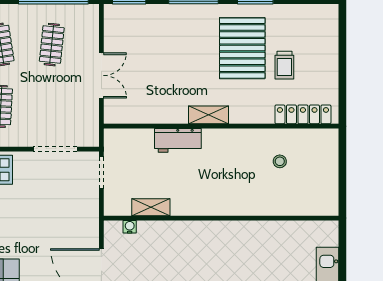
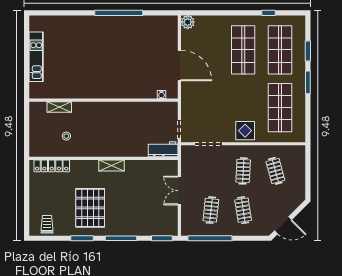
trolley: (284, 65) -> (47, 224), moved
workbench: (178, 140) -> (163, 149), moved
shelving: (151, 207) -> (59, 107), moved

